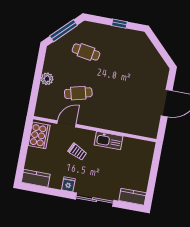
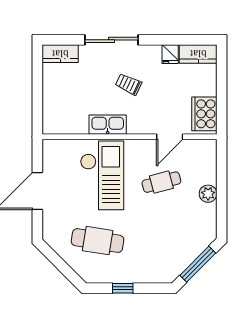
cafe table: (86, 52) -> (98, 241), moved, width x1.37, depth x1.35
checkout: (119, 106) -> (102, 175), added
trolley: (77, 152) -> (128, 84), moved
fridge: (68, 184) -> (170, 54), moved

